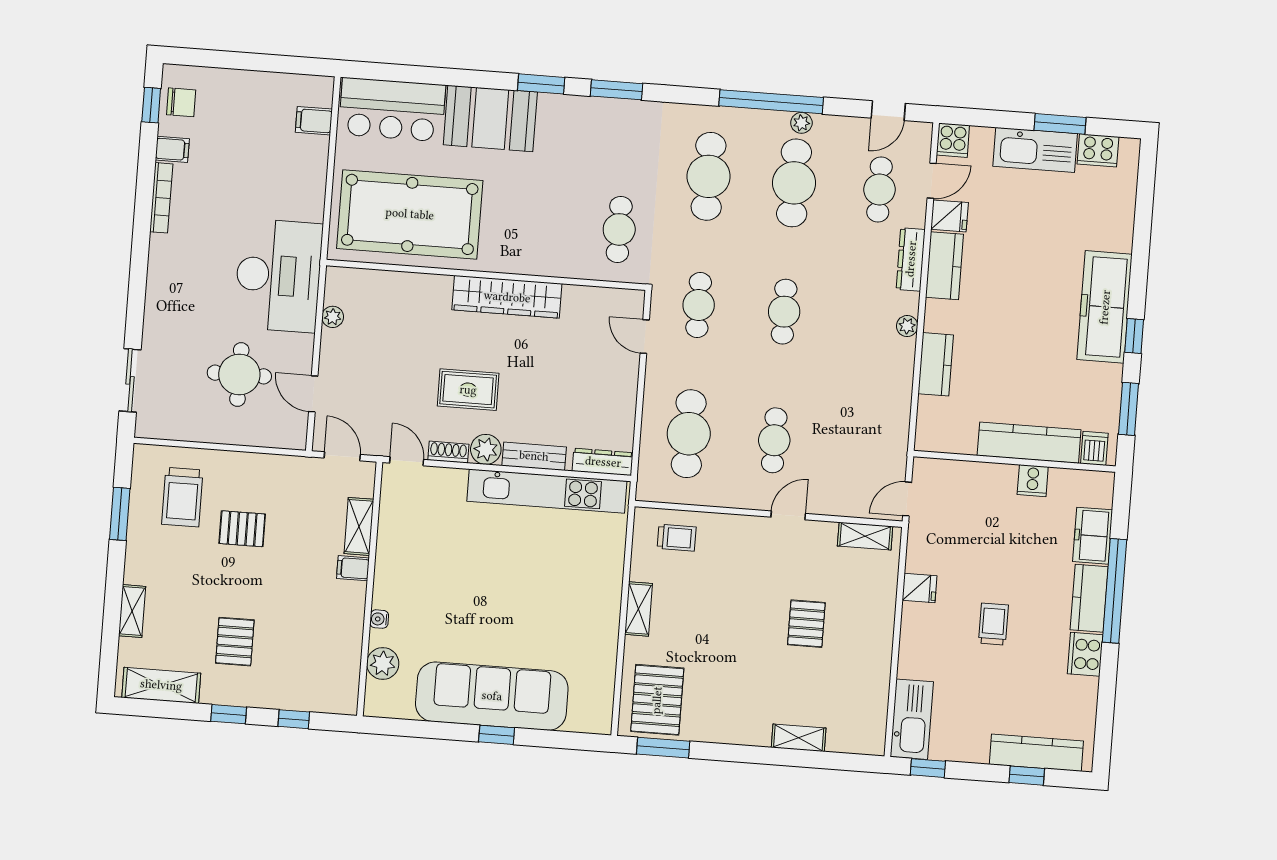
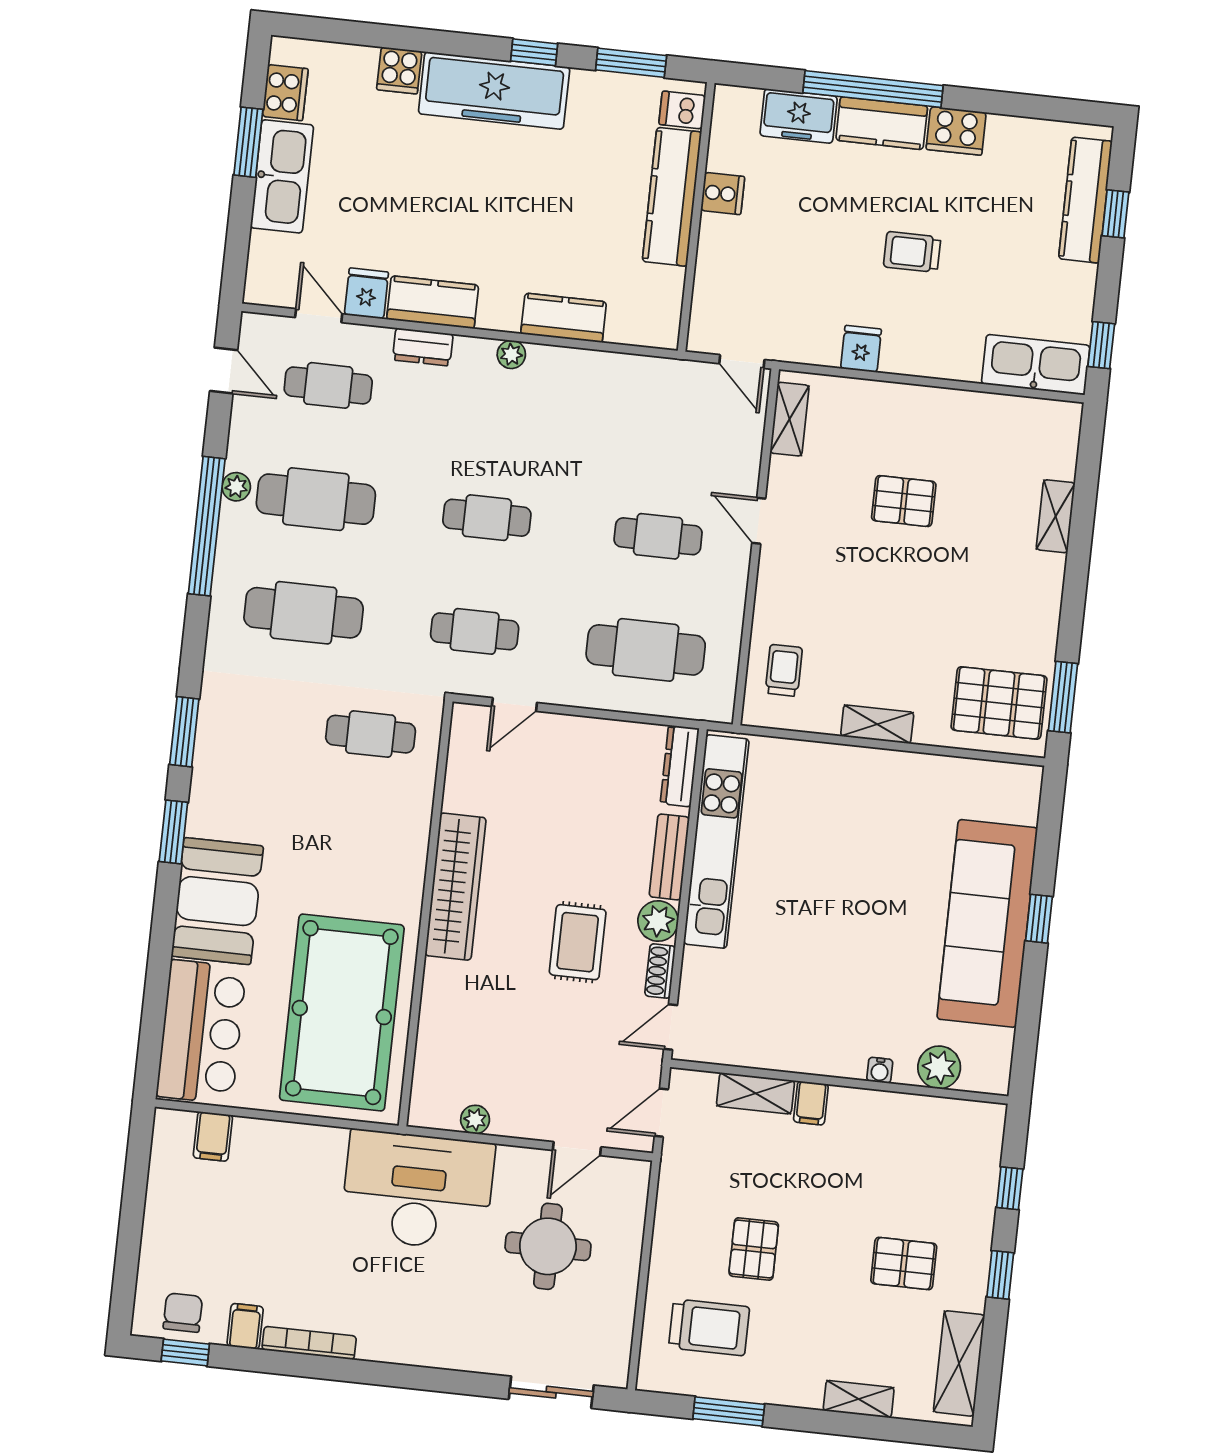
cooker: (953, 140) -> (399, 70), moved, turned 90
dresser: (911, 259) -> (423, 347), width x0.70

